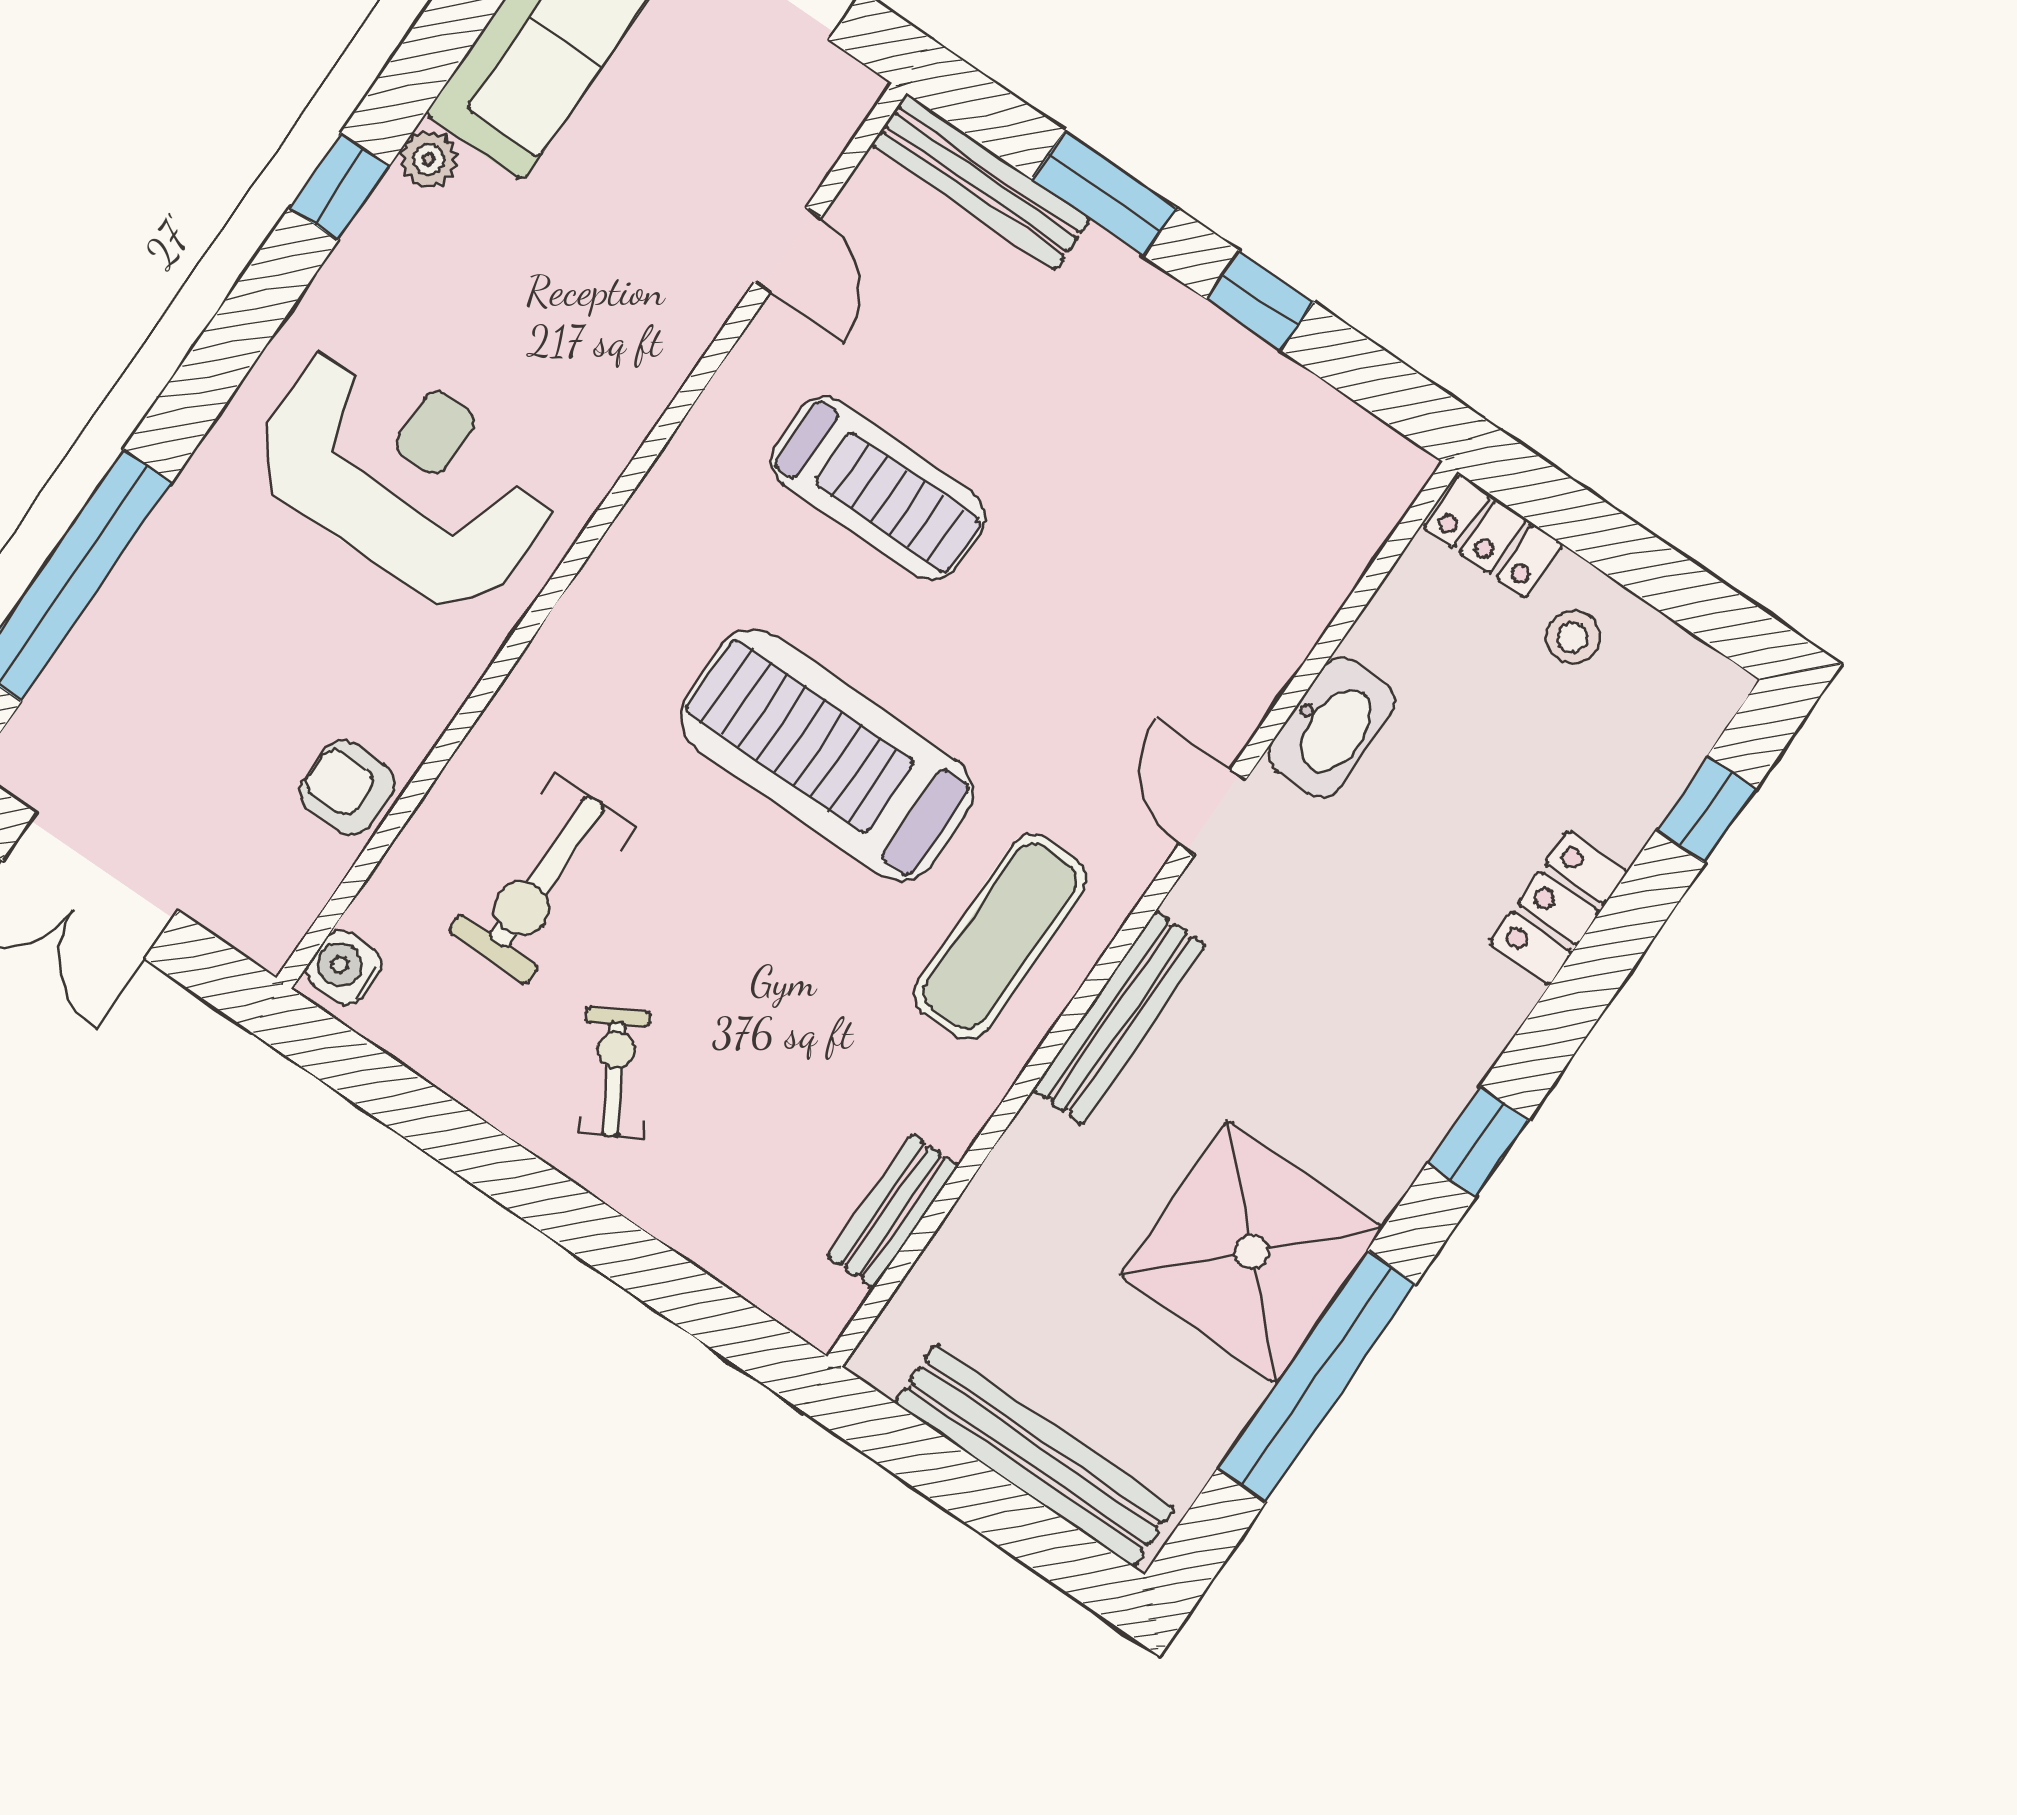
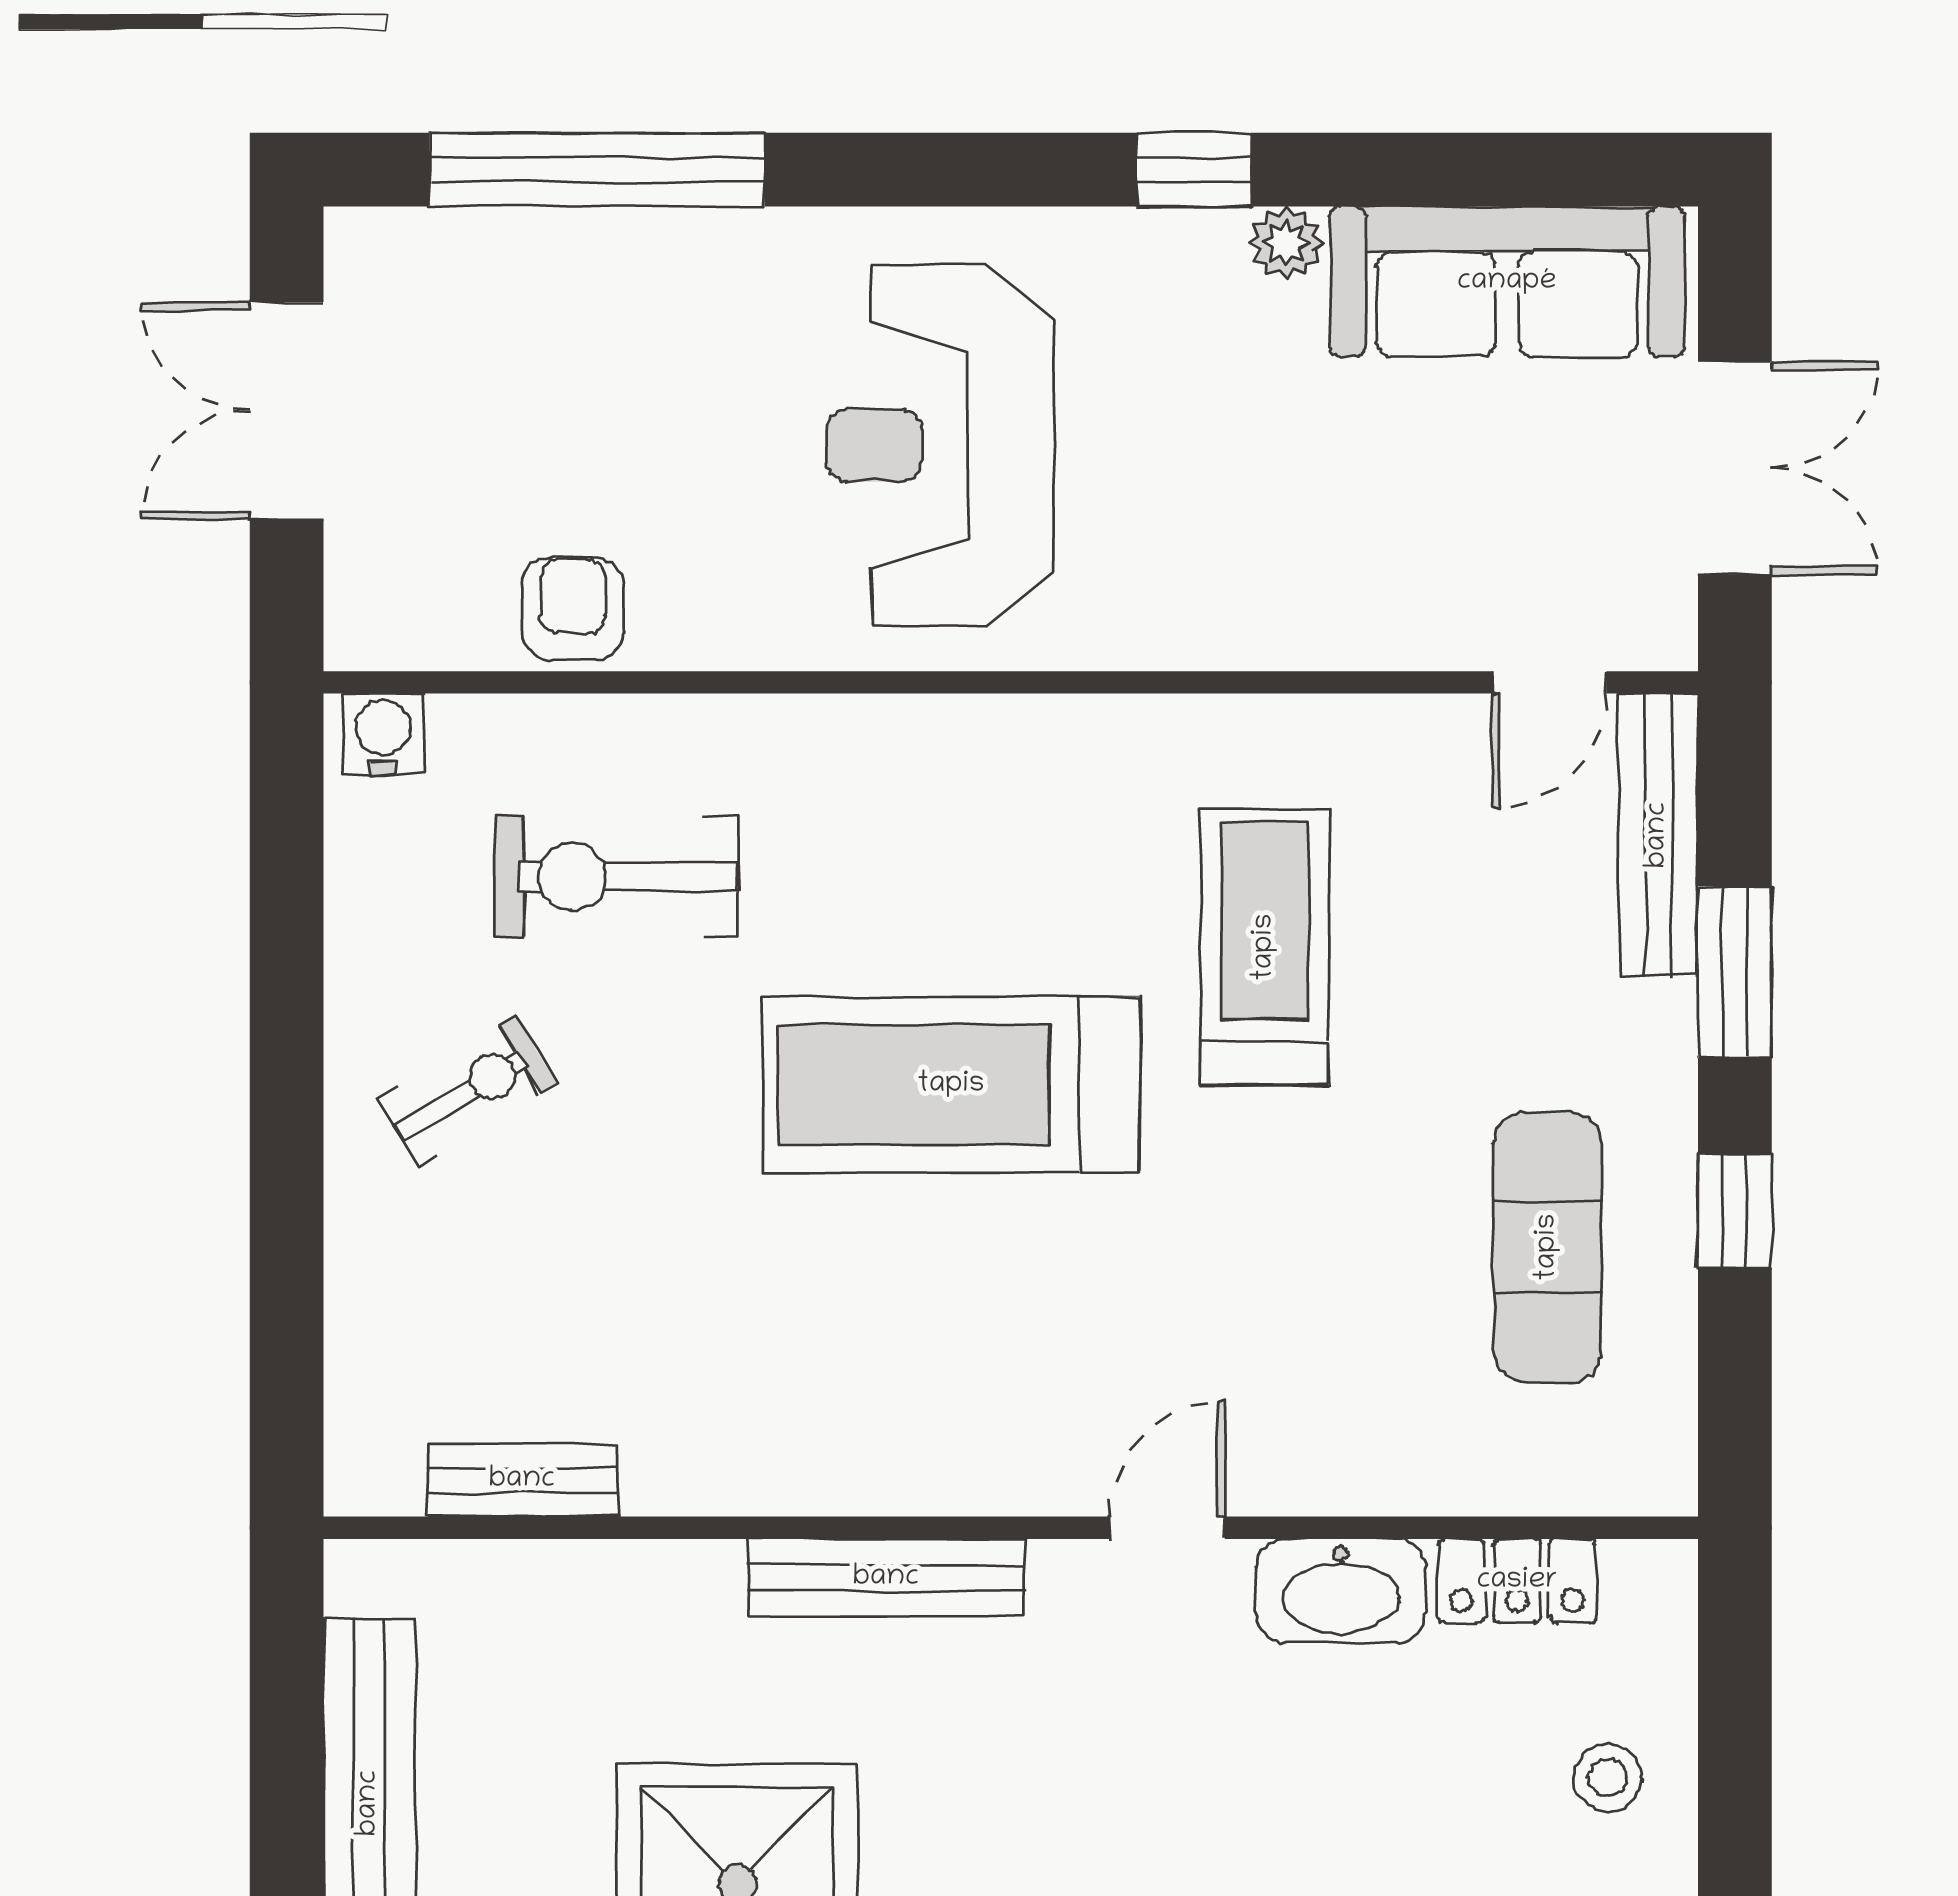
door: (788, 250) -> (1549, 682), moved
reception desk: (405, 476) -> (940, 445), turned 180
treadmill: (878, 489) -> (1265, 947), turned 180
locker: (1493, 536) -> (1517, 1581), moved, turned -90
treadmill: (827, 755) -> (951, 1085), turned -90
exercise mat: (1000, 936) -> (1548, 1247), moved, turned 90

